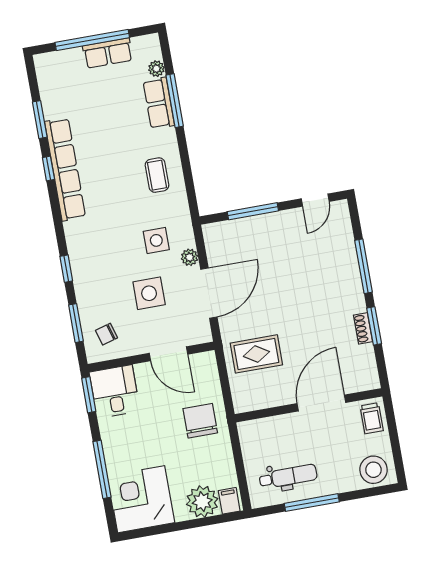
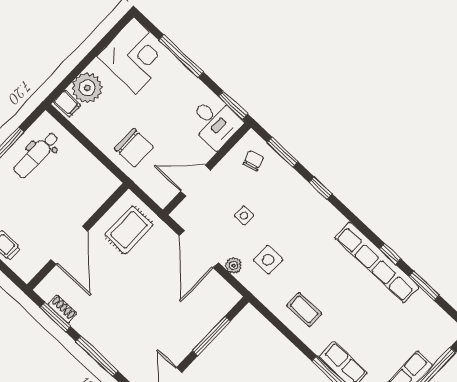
side table: (149, 293) -> (244, 216), width x0.54, depth x0.54
door: (321, 403) -> (69, 245), moved
wall: (309, 405) -> (78, 236), moved

